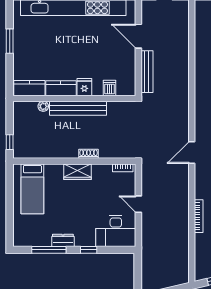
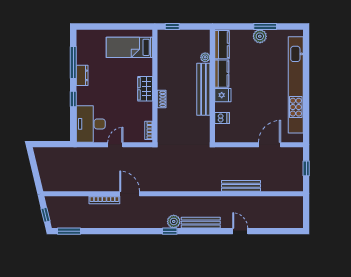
plant: (20, 47) -> (260, 36), added
bench: (147, 72) -> (241, 186), moved
door: (192, 153) -> (130, 194), moved

